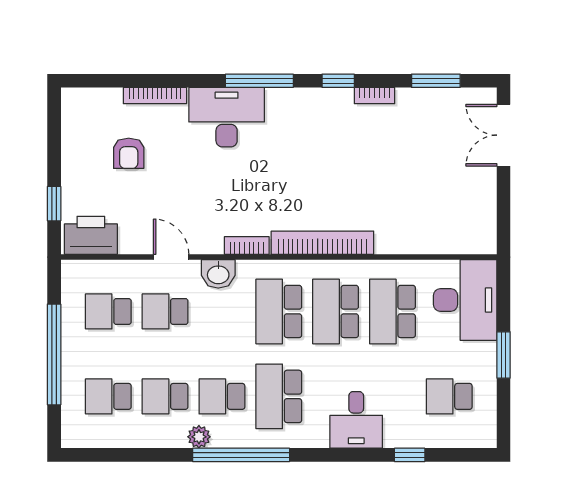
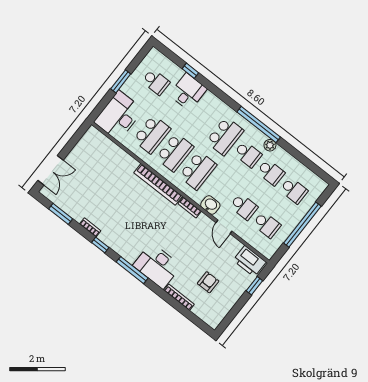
desk: (356, 420) -> (188, 92), moved

